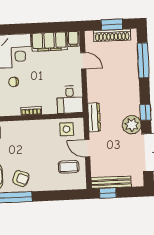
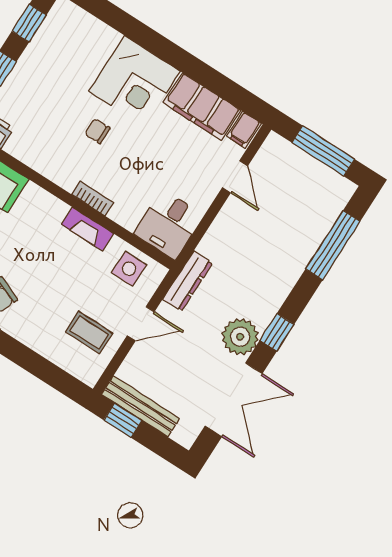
window: (112, 25) -> (323, 151), width x1.44
shoe rack: (112, 35) -> (311, 169), removed
fireplace: (38, 125) -> (88, 229), added
door: (87, 148) -> (141, 324), swing flipped

